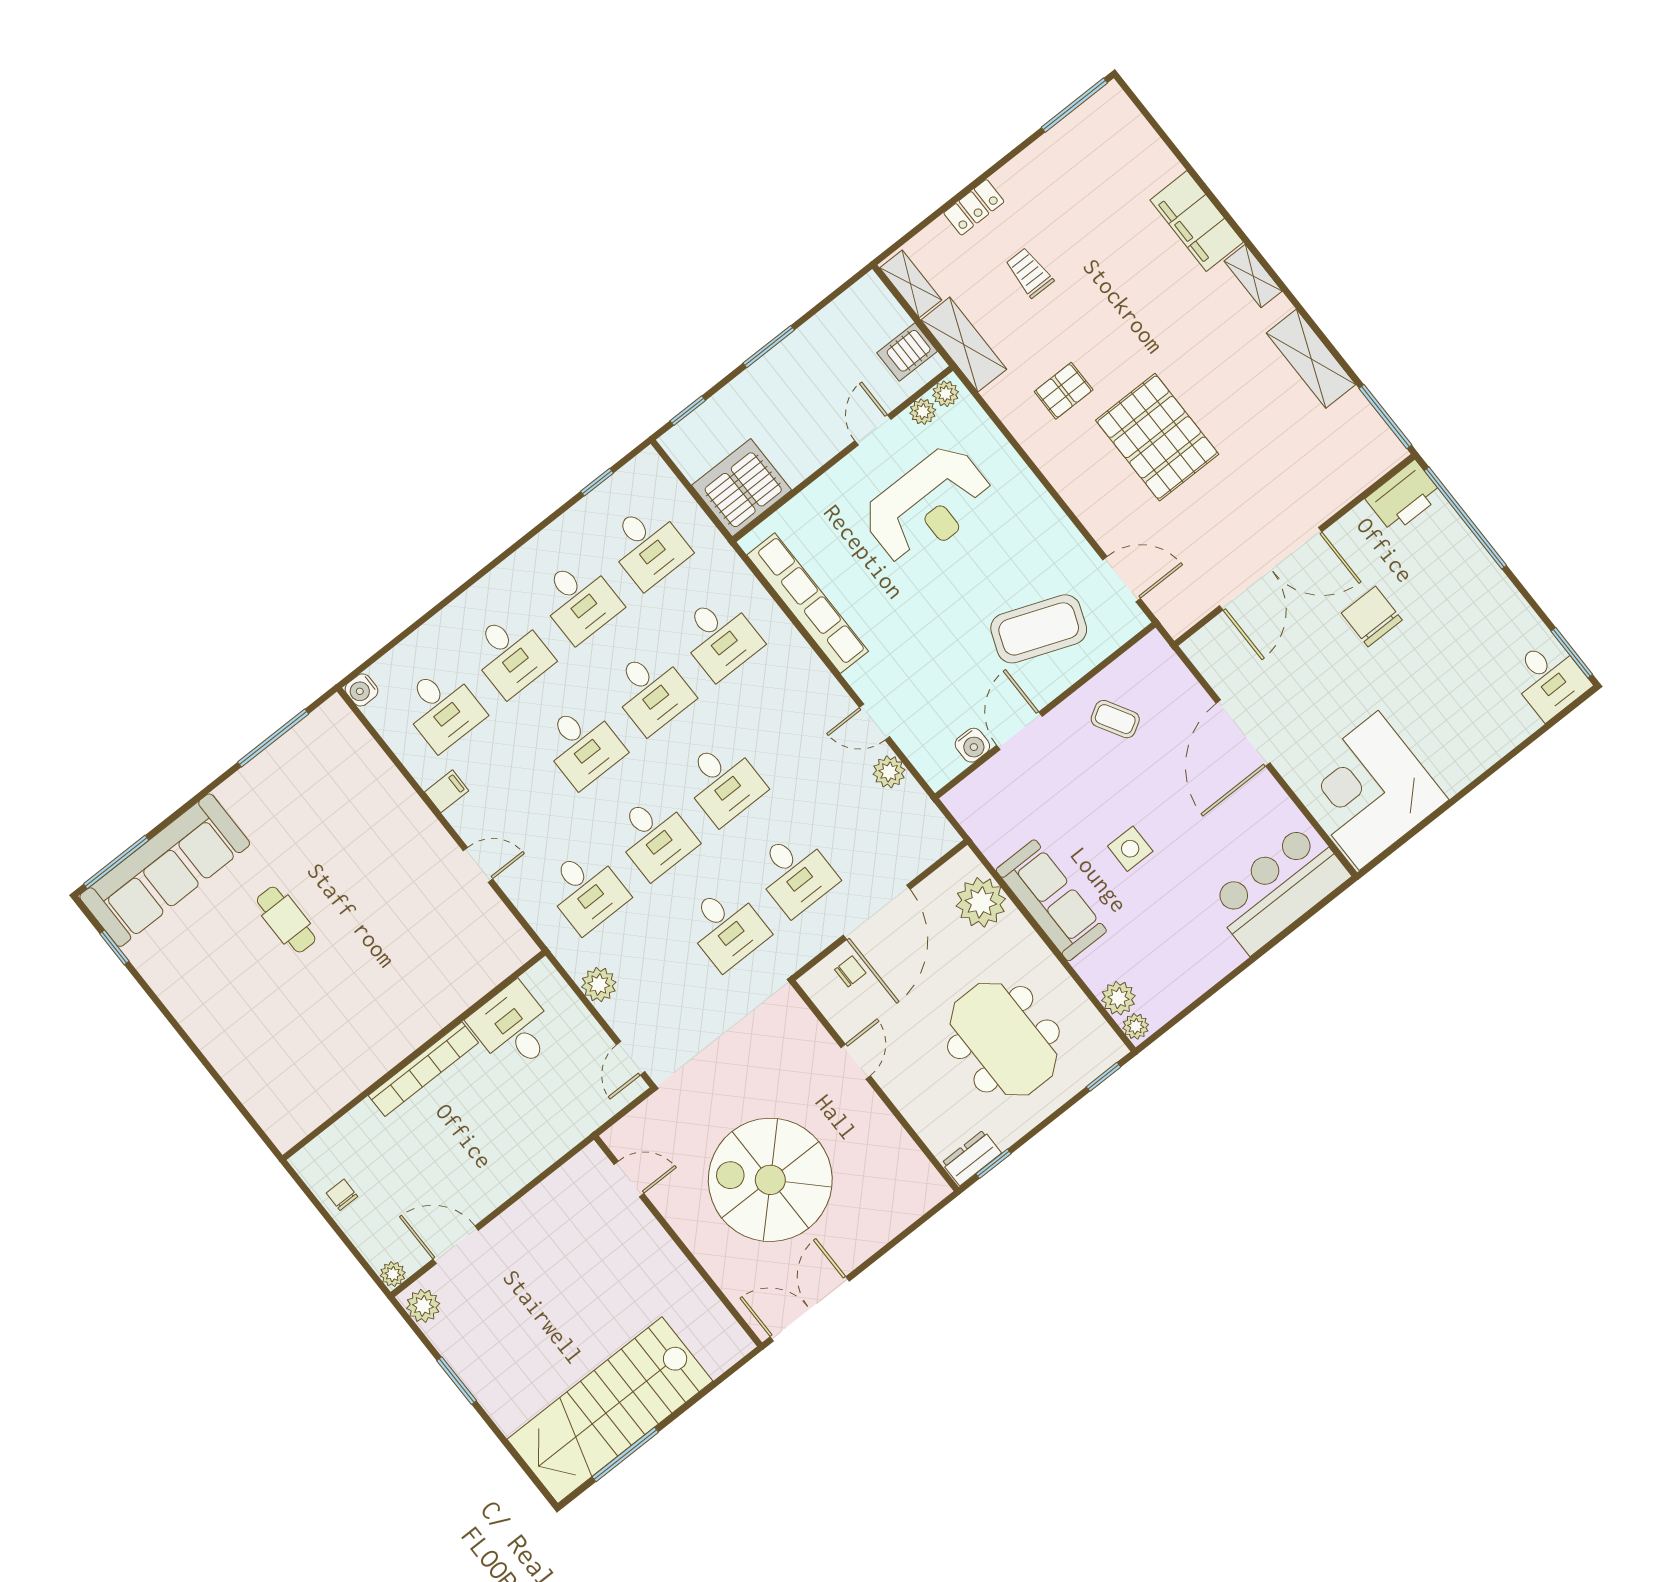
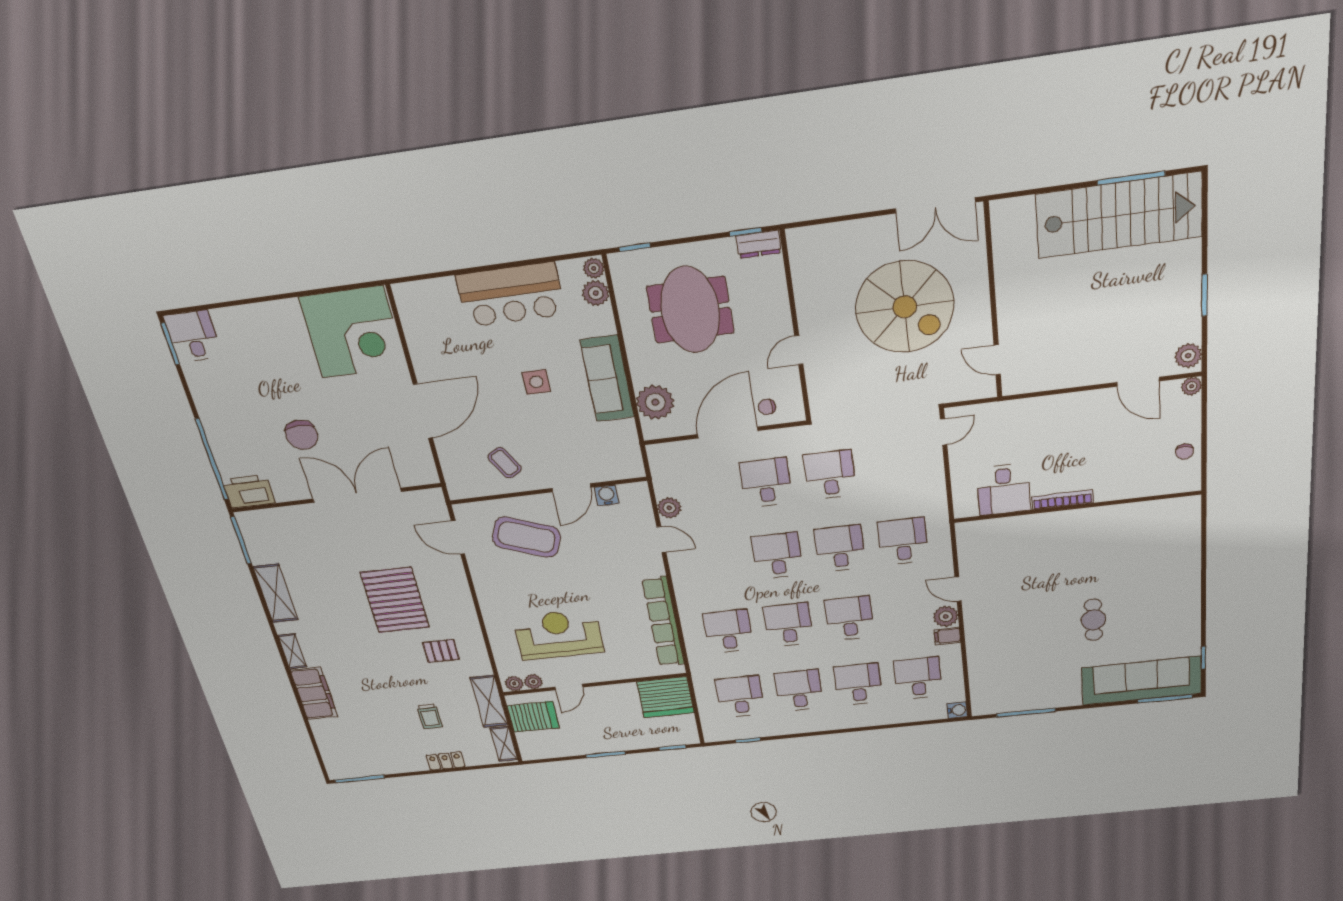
server rack: (907, 352) -> (533, 717), width x1.36, depth x1.44
bar counter: (1279, 888) -> (511, 295), moved
plant: (599, 985) -> (946, 616), moved
bookcase: (423, 1069) -> (1063, 500), width x0.68, depth x0.76

